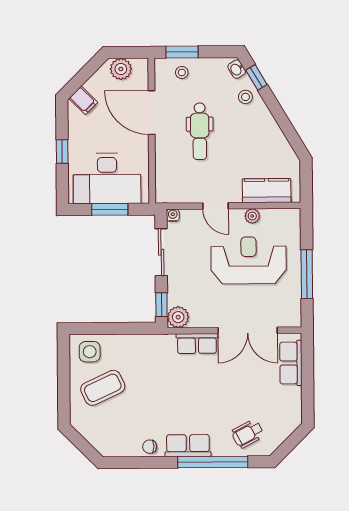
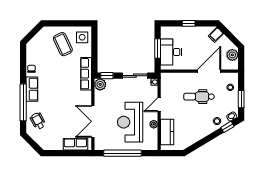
window: (182, 52) -> (241, 99), moved
desk: (107, 179) -> (171, 52), width x0.73, depth x0.77
reception desk: (249, 260) -> (130, 122), turned 180
window: (307, 274) -> (123, 153), width x1.46
row of seats: (197, 344) -> (86, 74), moved, width x1.48

